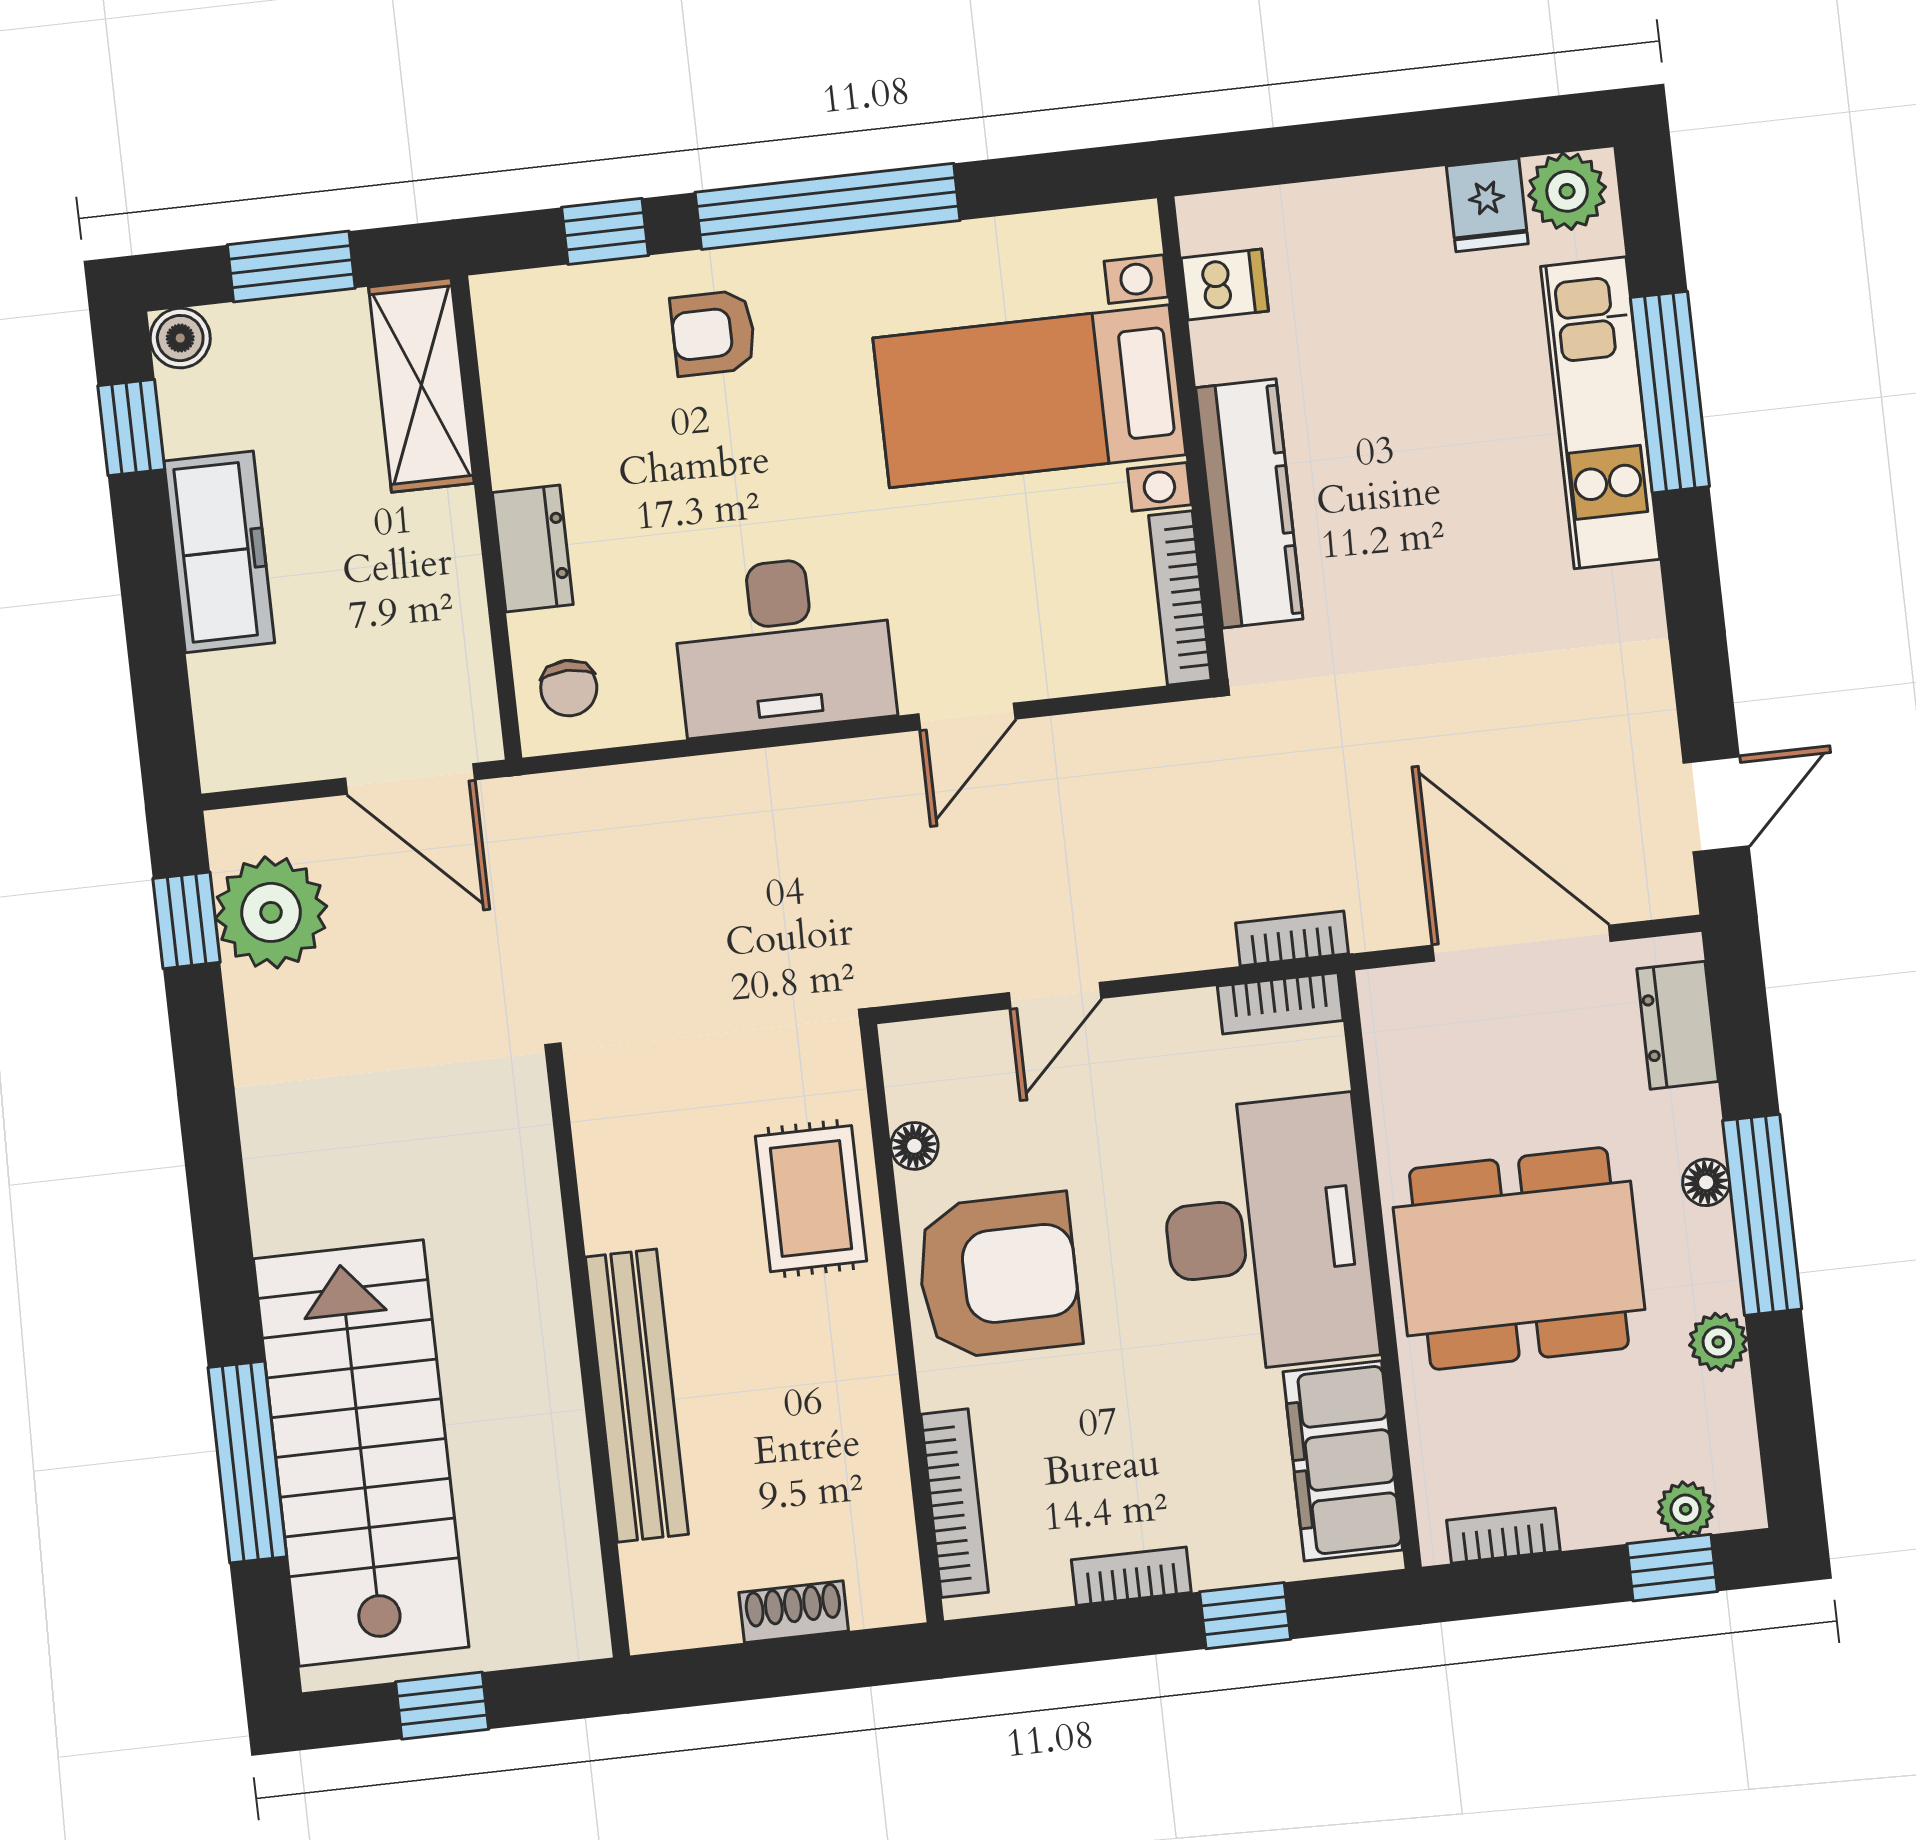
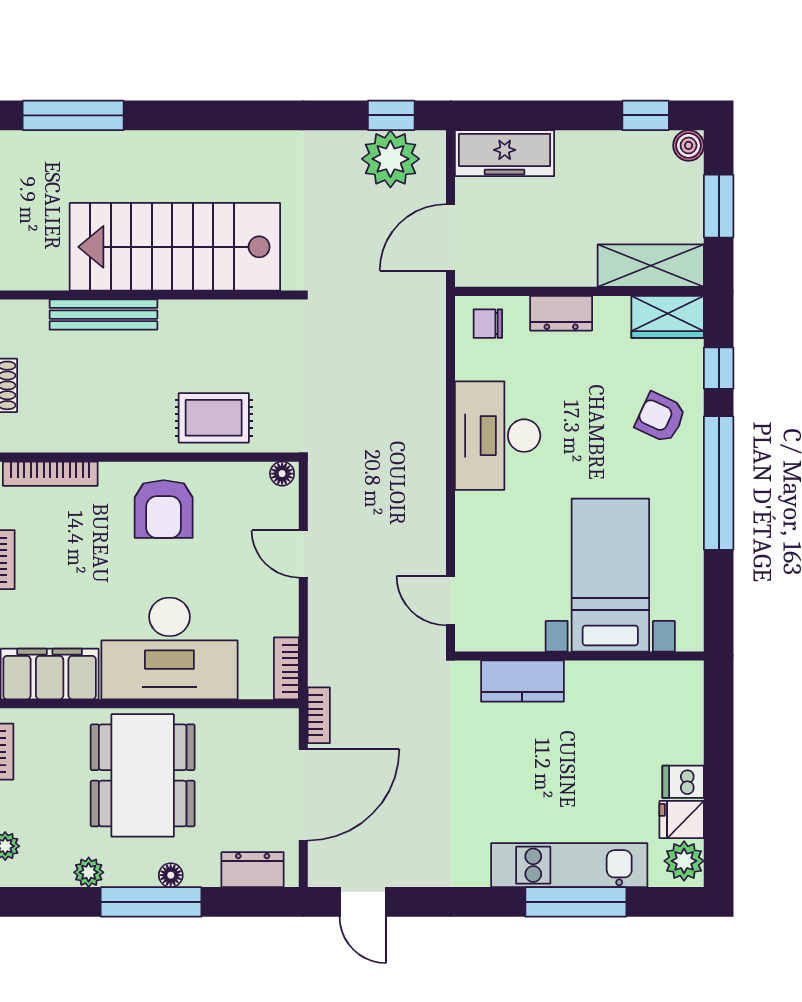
dishwasher: (1225, 285) -> (683, 782), moved, turned 90
armchair: (713, 333) -> (661, 417), turned -65
wardrobe: (517, 341) -> (668, 317), added
kitchen counter: (1249, 503) -> (522, 681), width x0.67
freezer: (219, 552) -> (505, 153), moved
bookcase: (1180, 598) -> (499, 640), removed
door: (967, 717) -> (451, 601), moved
bookcase: (1292, 938) -> (319, 715), moved
floor lamp: (914, 1146) -> (282, 474), moved
armchair: (998, 1276) -> (164, 509), width x0.73, depth x0.73
bench: (637, 1396) -> (103, 315), width x0.73, depth x0.82
stairs: (361, 1453) -> (175, 247), moved, turned 180
window: (247, 1462) -> (73, 115), moved

